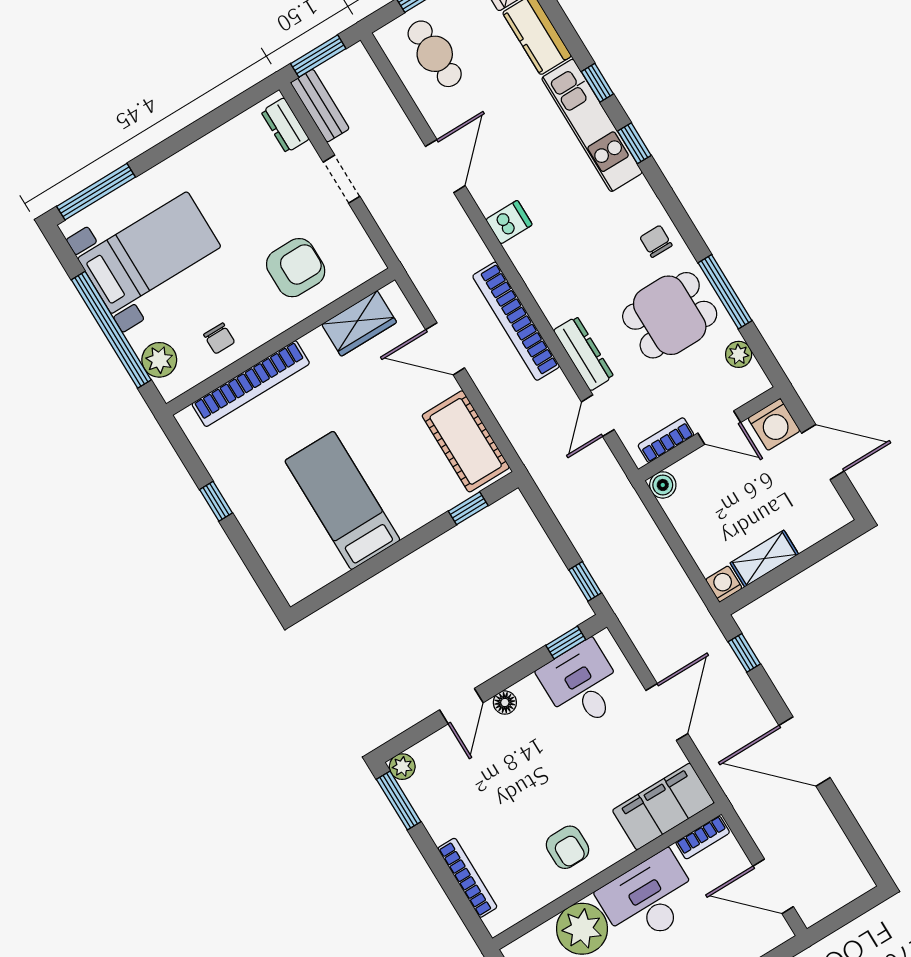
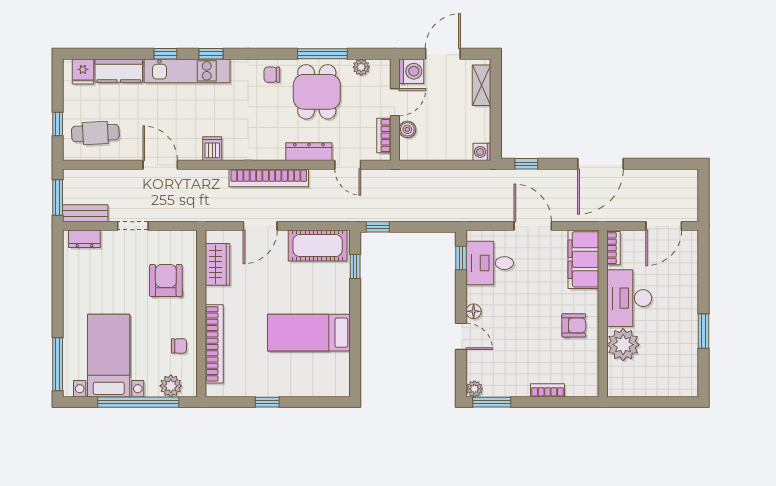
boiler: (663, 485) -> (407, 129), moved
shelving: (764, 559) -> (481, 85), moved
window: (585, 581) -> (378, 227), moved
bookcase: (467, 878) -> (548, 390), width x0.64

